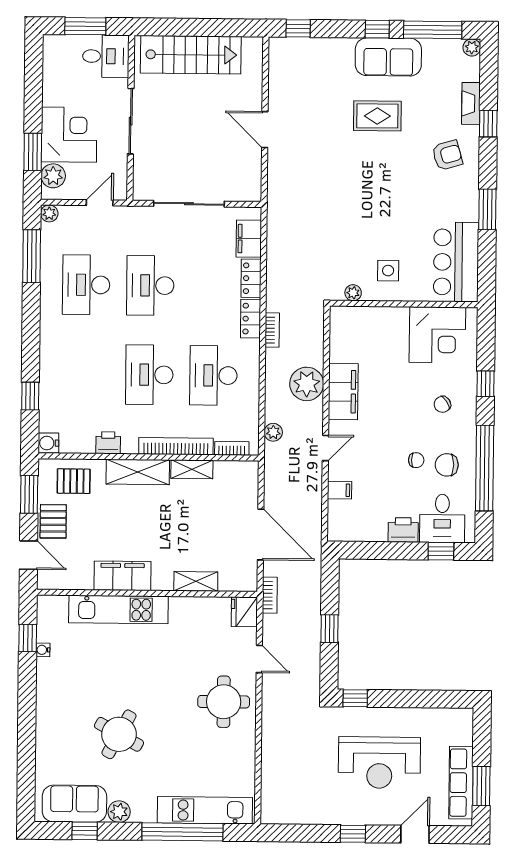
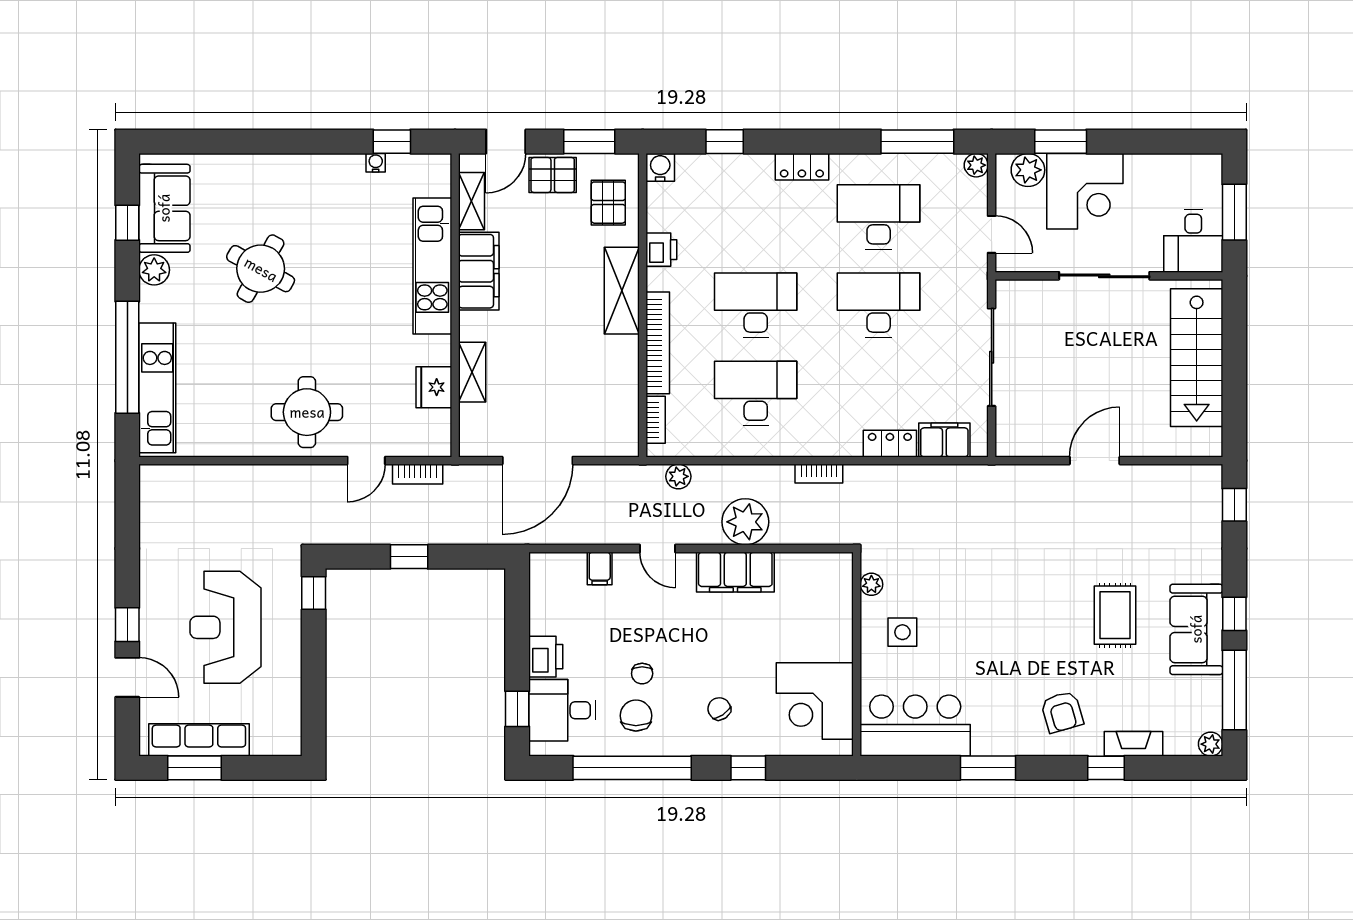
locker: (251, 319) -> (802, 167), moved, turned 180
shelving: (192, 469) -> (471, 201), moved
bookcase: (270, 595) -> (418, 474), moved
fridge: (244, 612) -> (434, 387), moved, turned -90
window: (353, 834) -> (127, 625), moved

